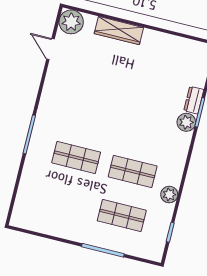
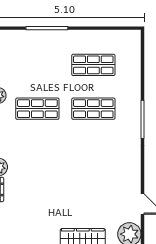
shop shelf: (122, 216) -> (93, 65), moved

